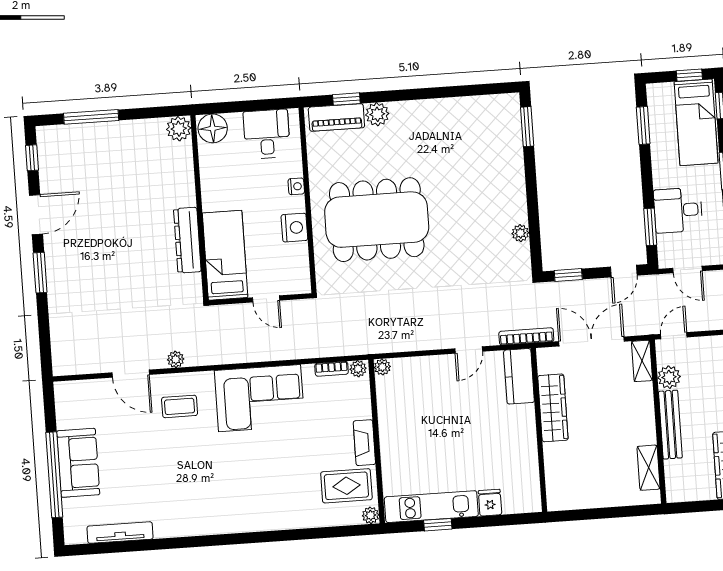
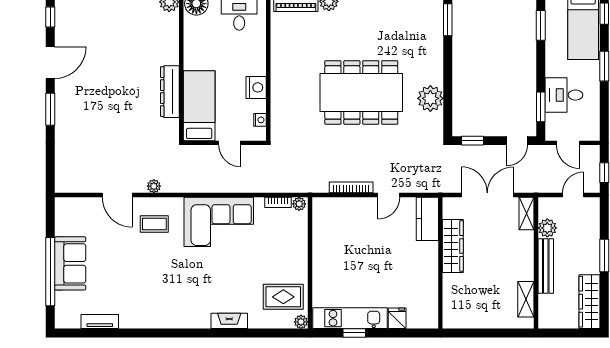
nightstand: (296, 186) -> (260, 120), moved
dining table: (377, 220) -> (361, 92), moved
plant: (520, 233) -> (430, 98), width x1.87, depth x1.87
bookcase: (526, 336) -> (351, 187), moved
door: (674, 336) -> (573, 195), moved
plant: (382, 367) -> (319, 204), removed
fireplace: (364, 443) -> (229, 321), moved, turned 90
tv unit: (120, 533) -> (100, 322), width x0.71

